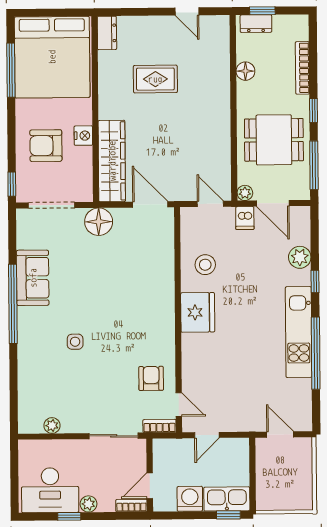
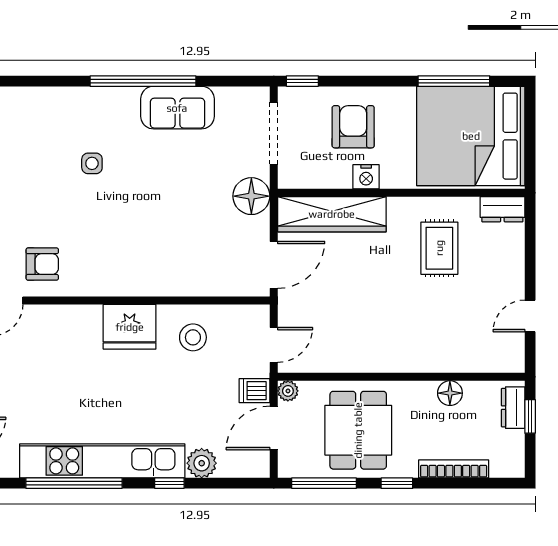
rug: (155, 79) -> (439, 248), moved
kitchen unit: (299, 332) -> (102, 461), width x1.36

